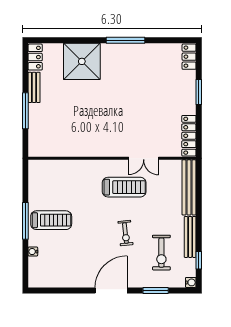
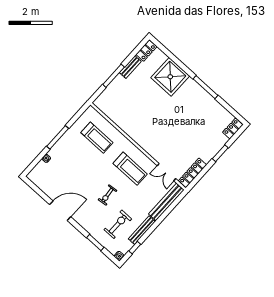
double door: (144, 158) -> (166, 172), moved
treadmill: (51, 220) -> (97, 138), moved
exercise bike: (161, 253) -> (118, 224), turned 180
door: (111, 290) -> (60, 211), moved

